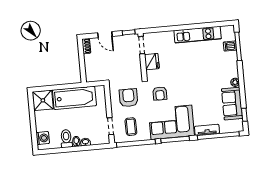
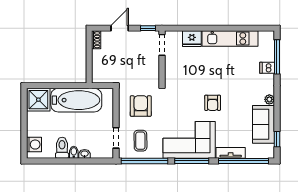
door: (105, 35) -> (120, 28), swing flipped
dishwasher: (230, 46) -> (267, 68), moved
fridge: (152, 62) -> (192, 39), moved, turned 90
armchair: (160, 93) -> (213, 103), moved

